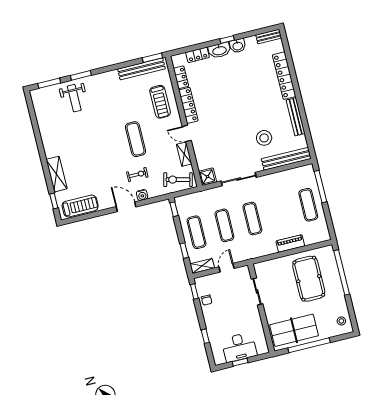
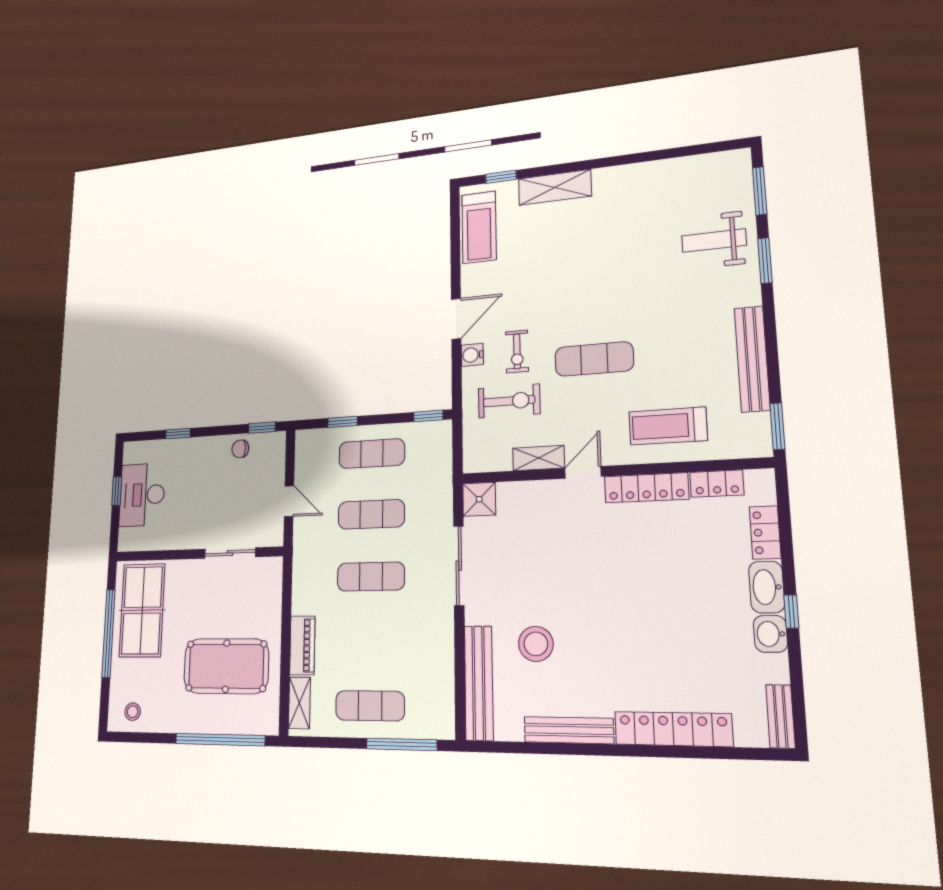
bench: (141, 69) -> (752, 359), moved
exercise bike: (178, 180) -> (509, 401), moved, turned 76
shelving: (202, 266) -> (299, 703), moved

